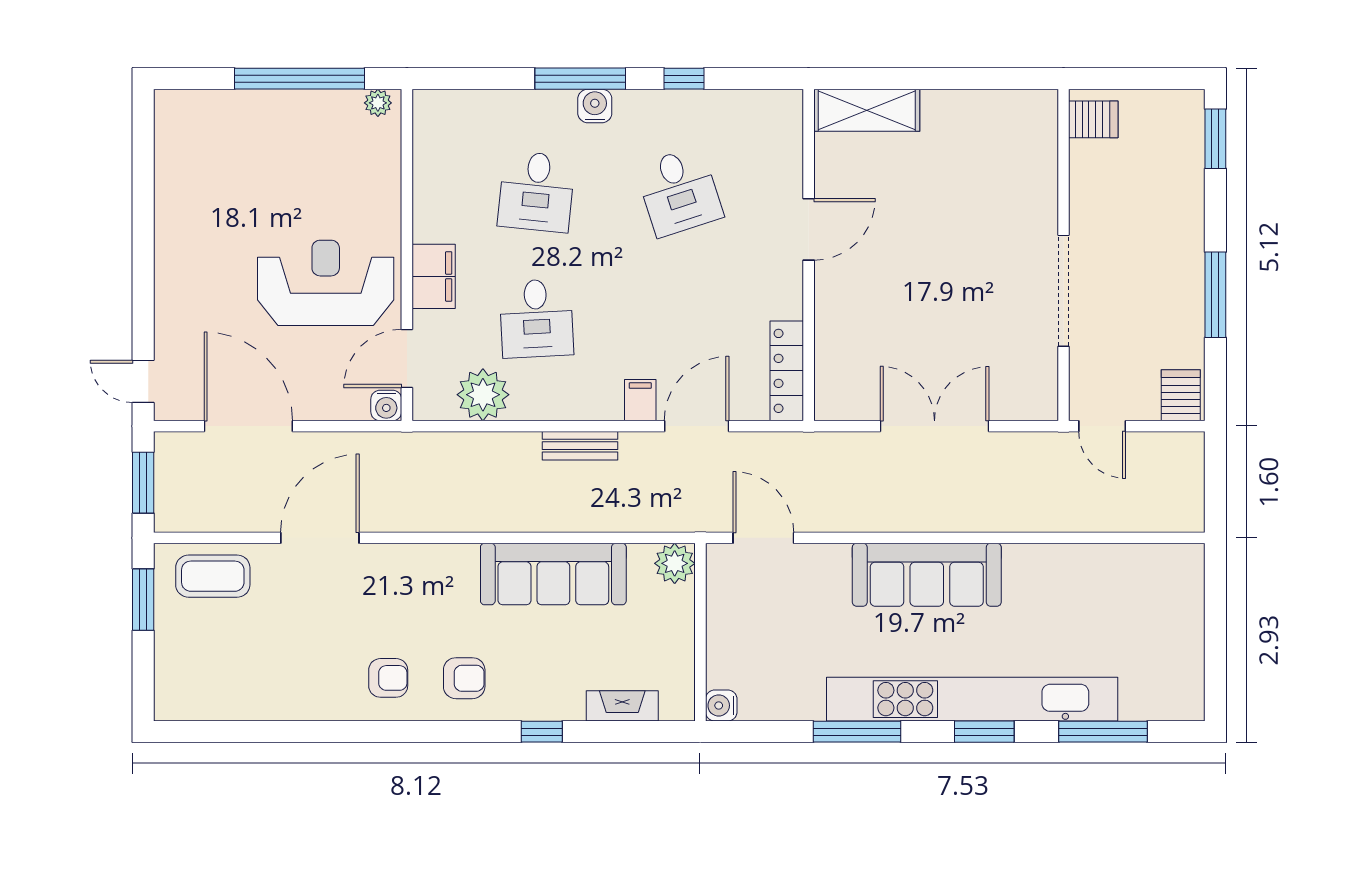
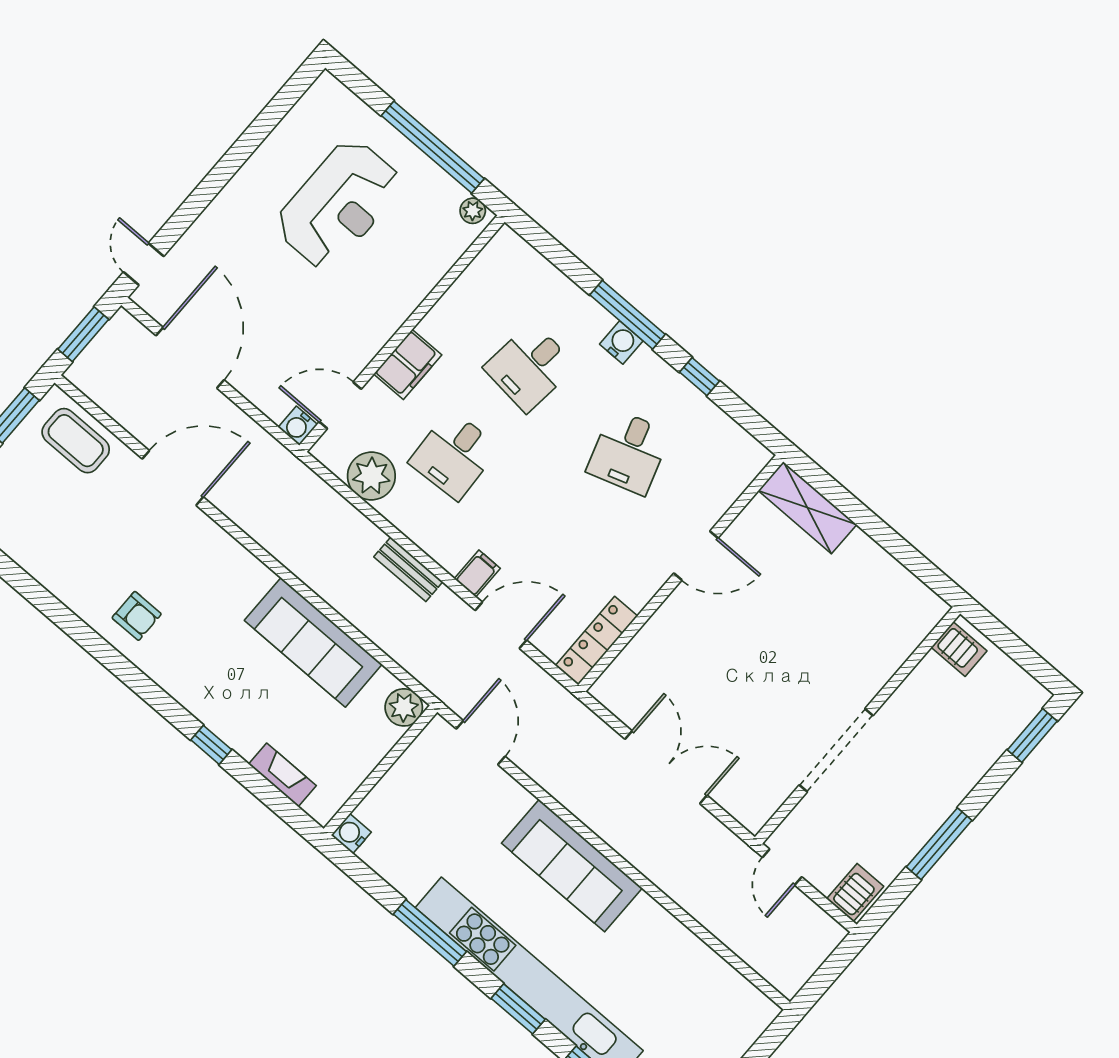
reception desk: (326, 283) -> (339, 204), moved, turned 90
armchair: (464, 678) -> (189, 661), removed

